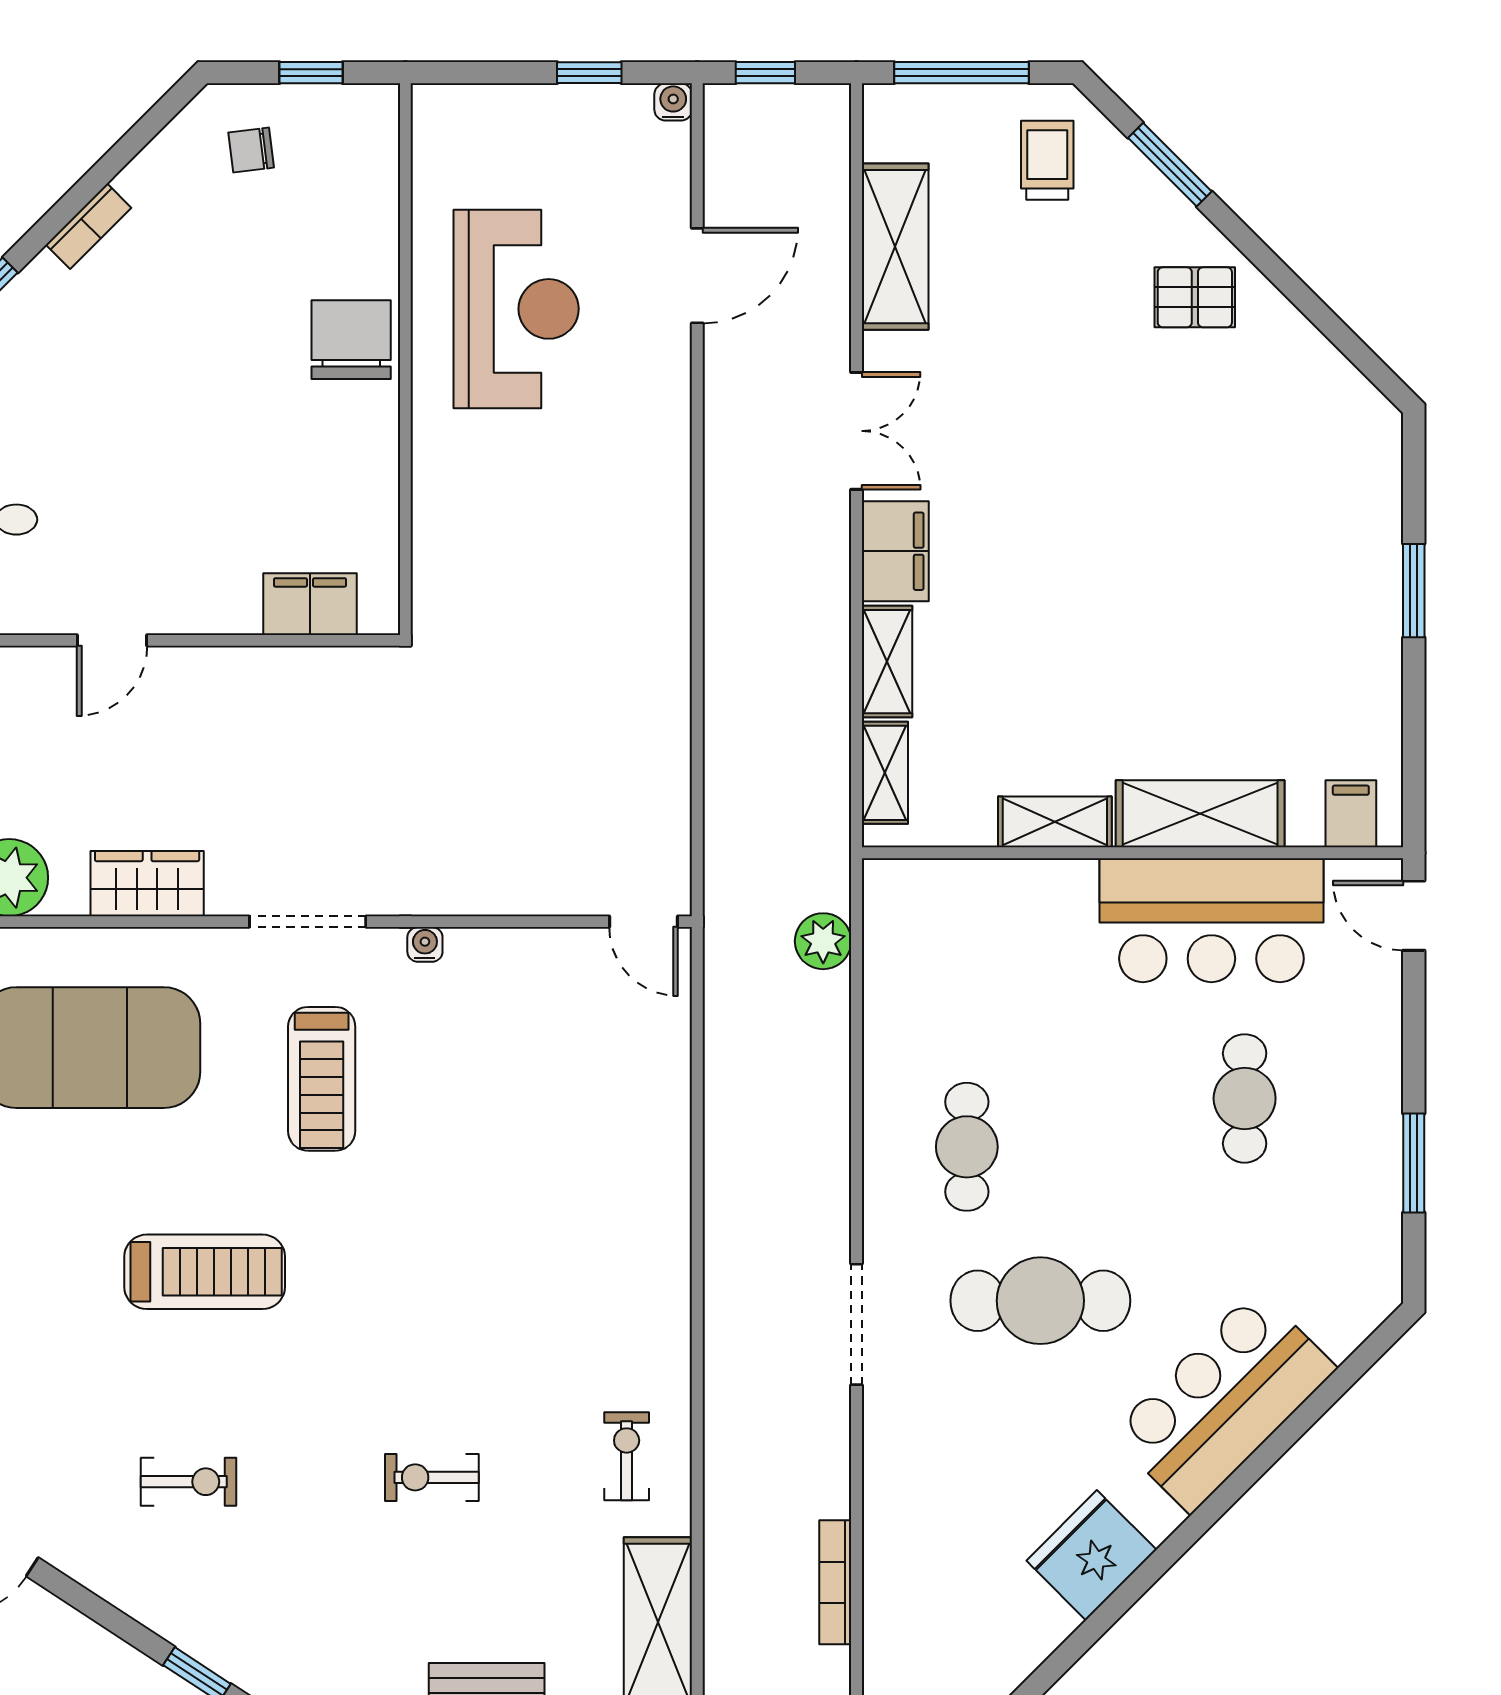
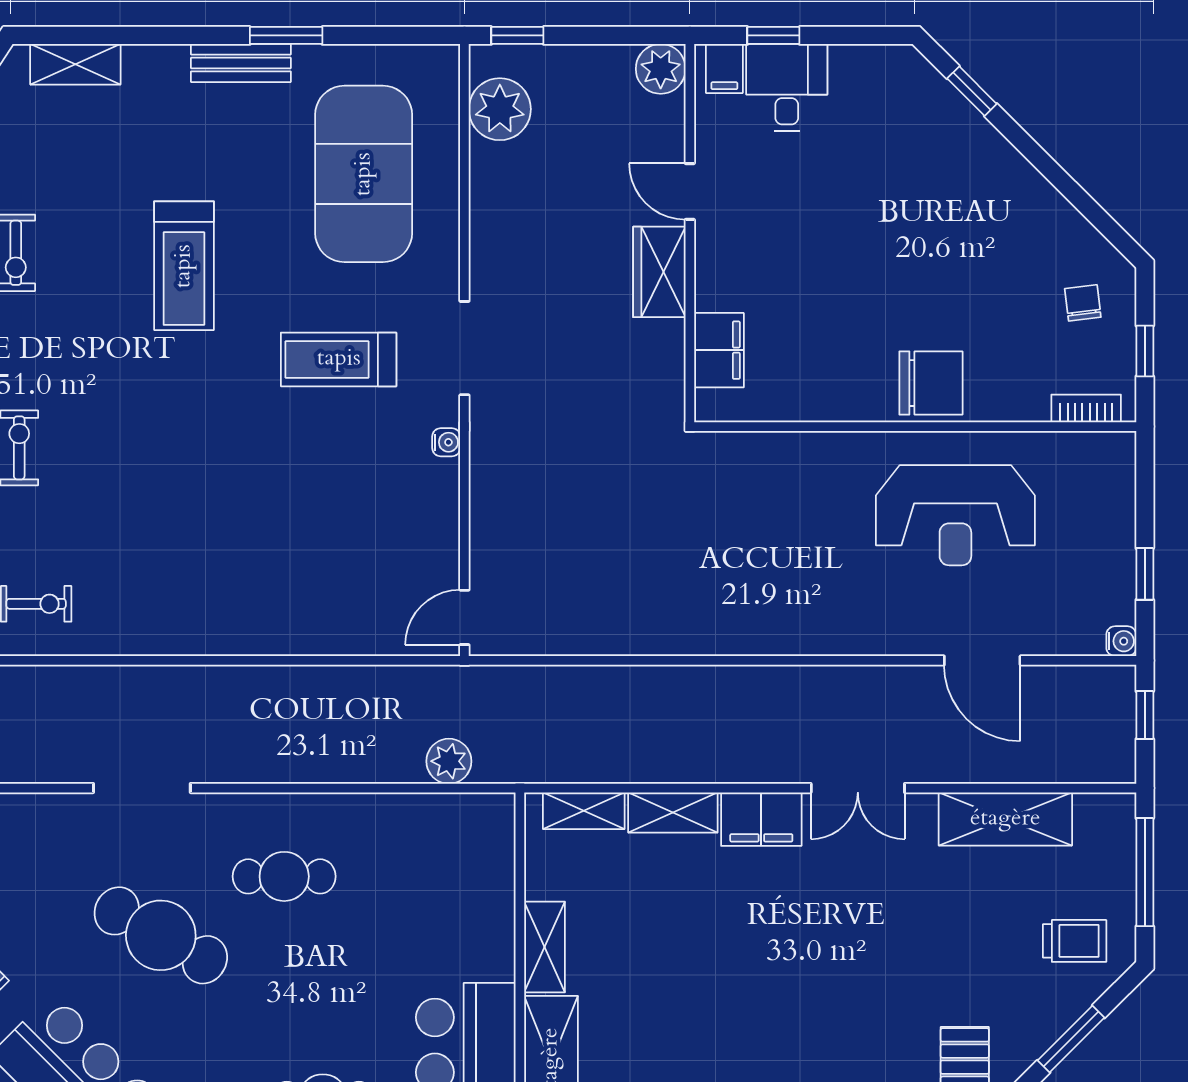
bookcase: (89, 226) -> (1086, 408), moved, turned 135
wardrobe: (147, 884) -> (659, 272), moved, turned 180
cafe table: (1040, 1301) -> (161, 935), turned -61

